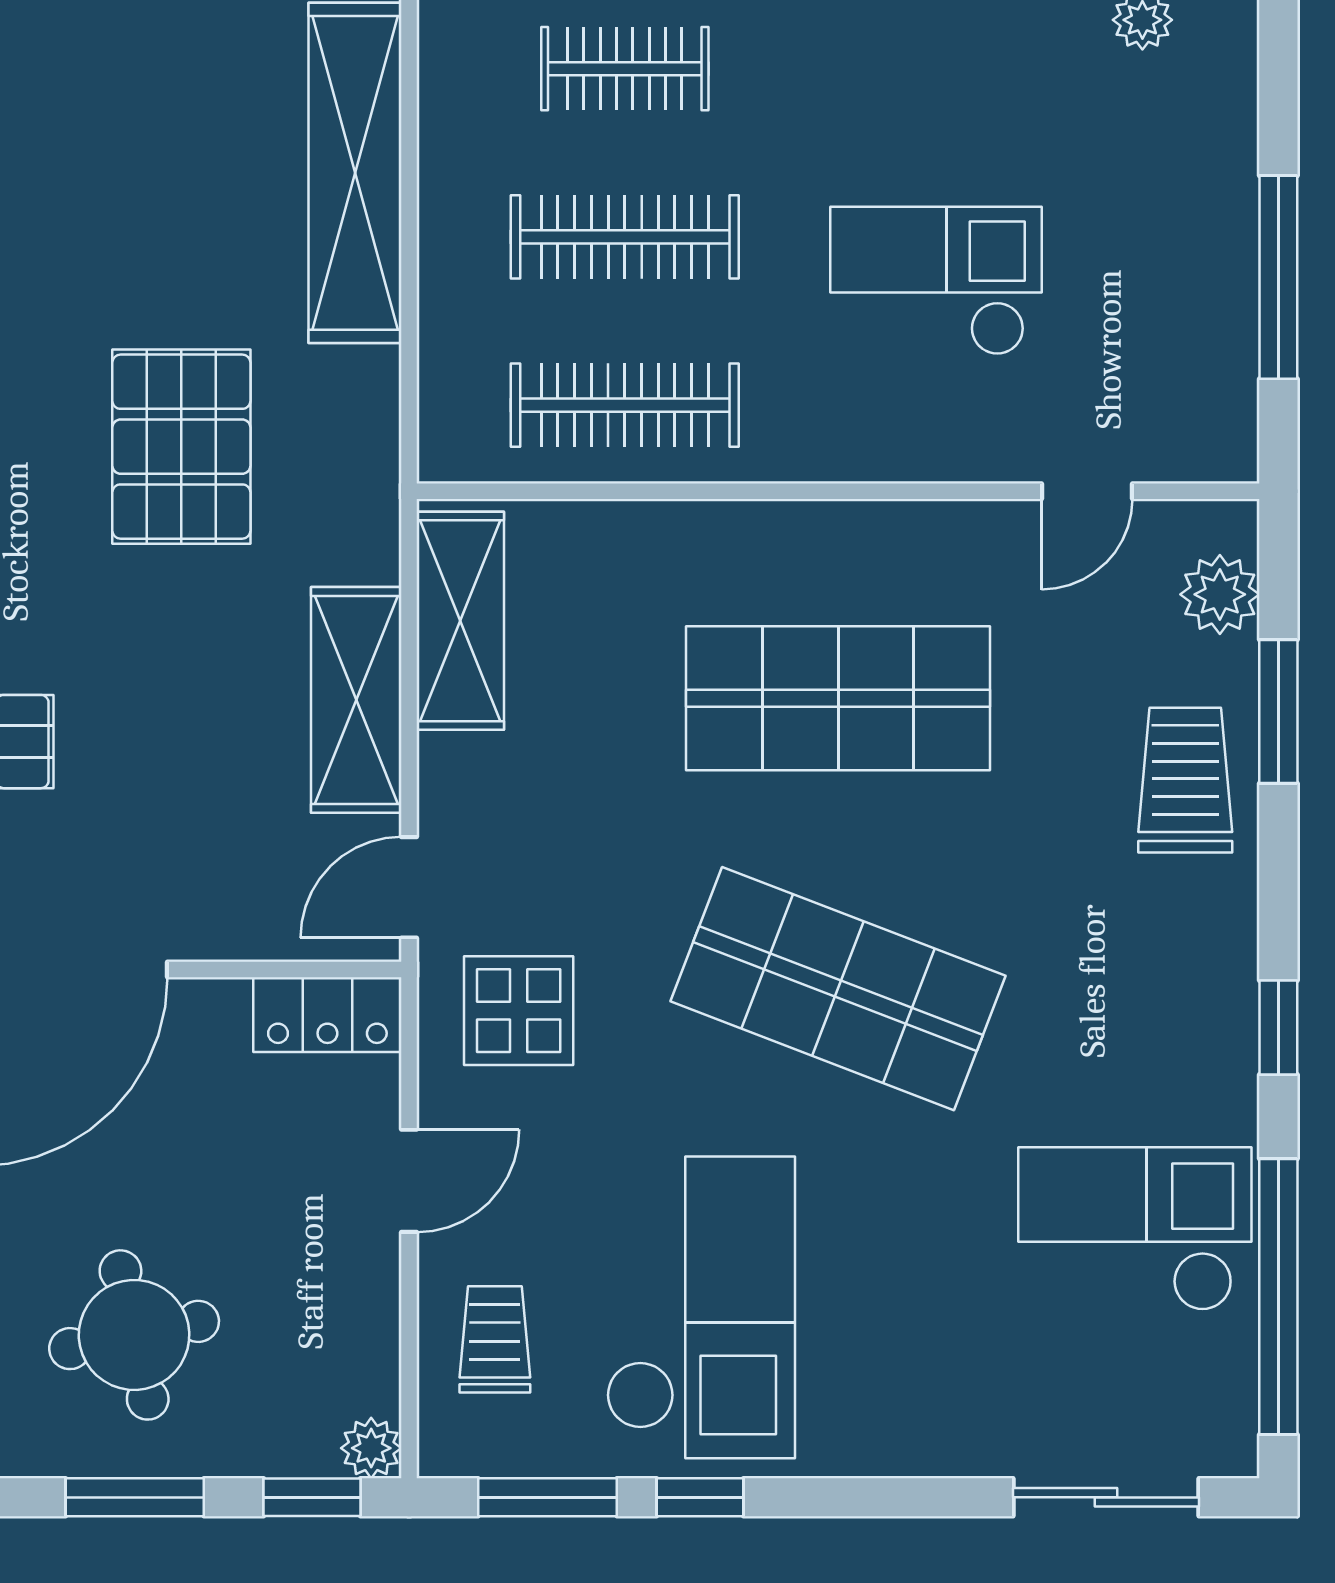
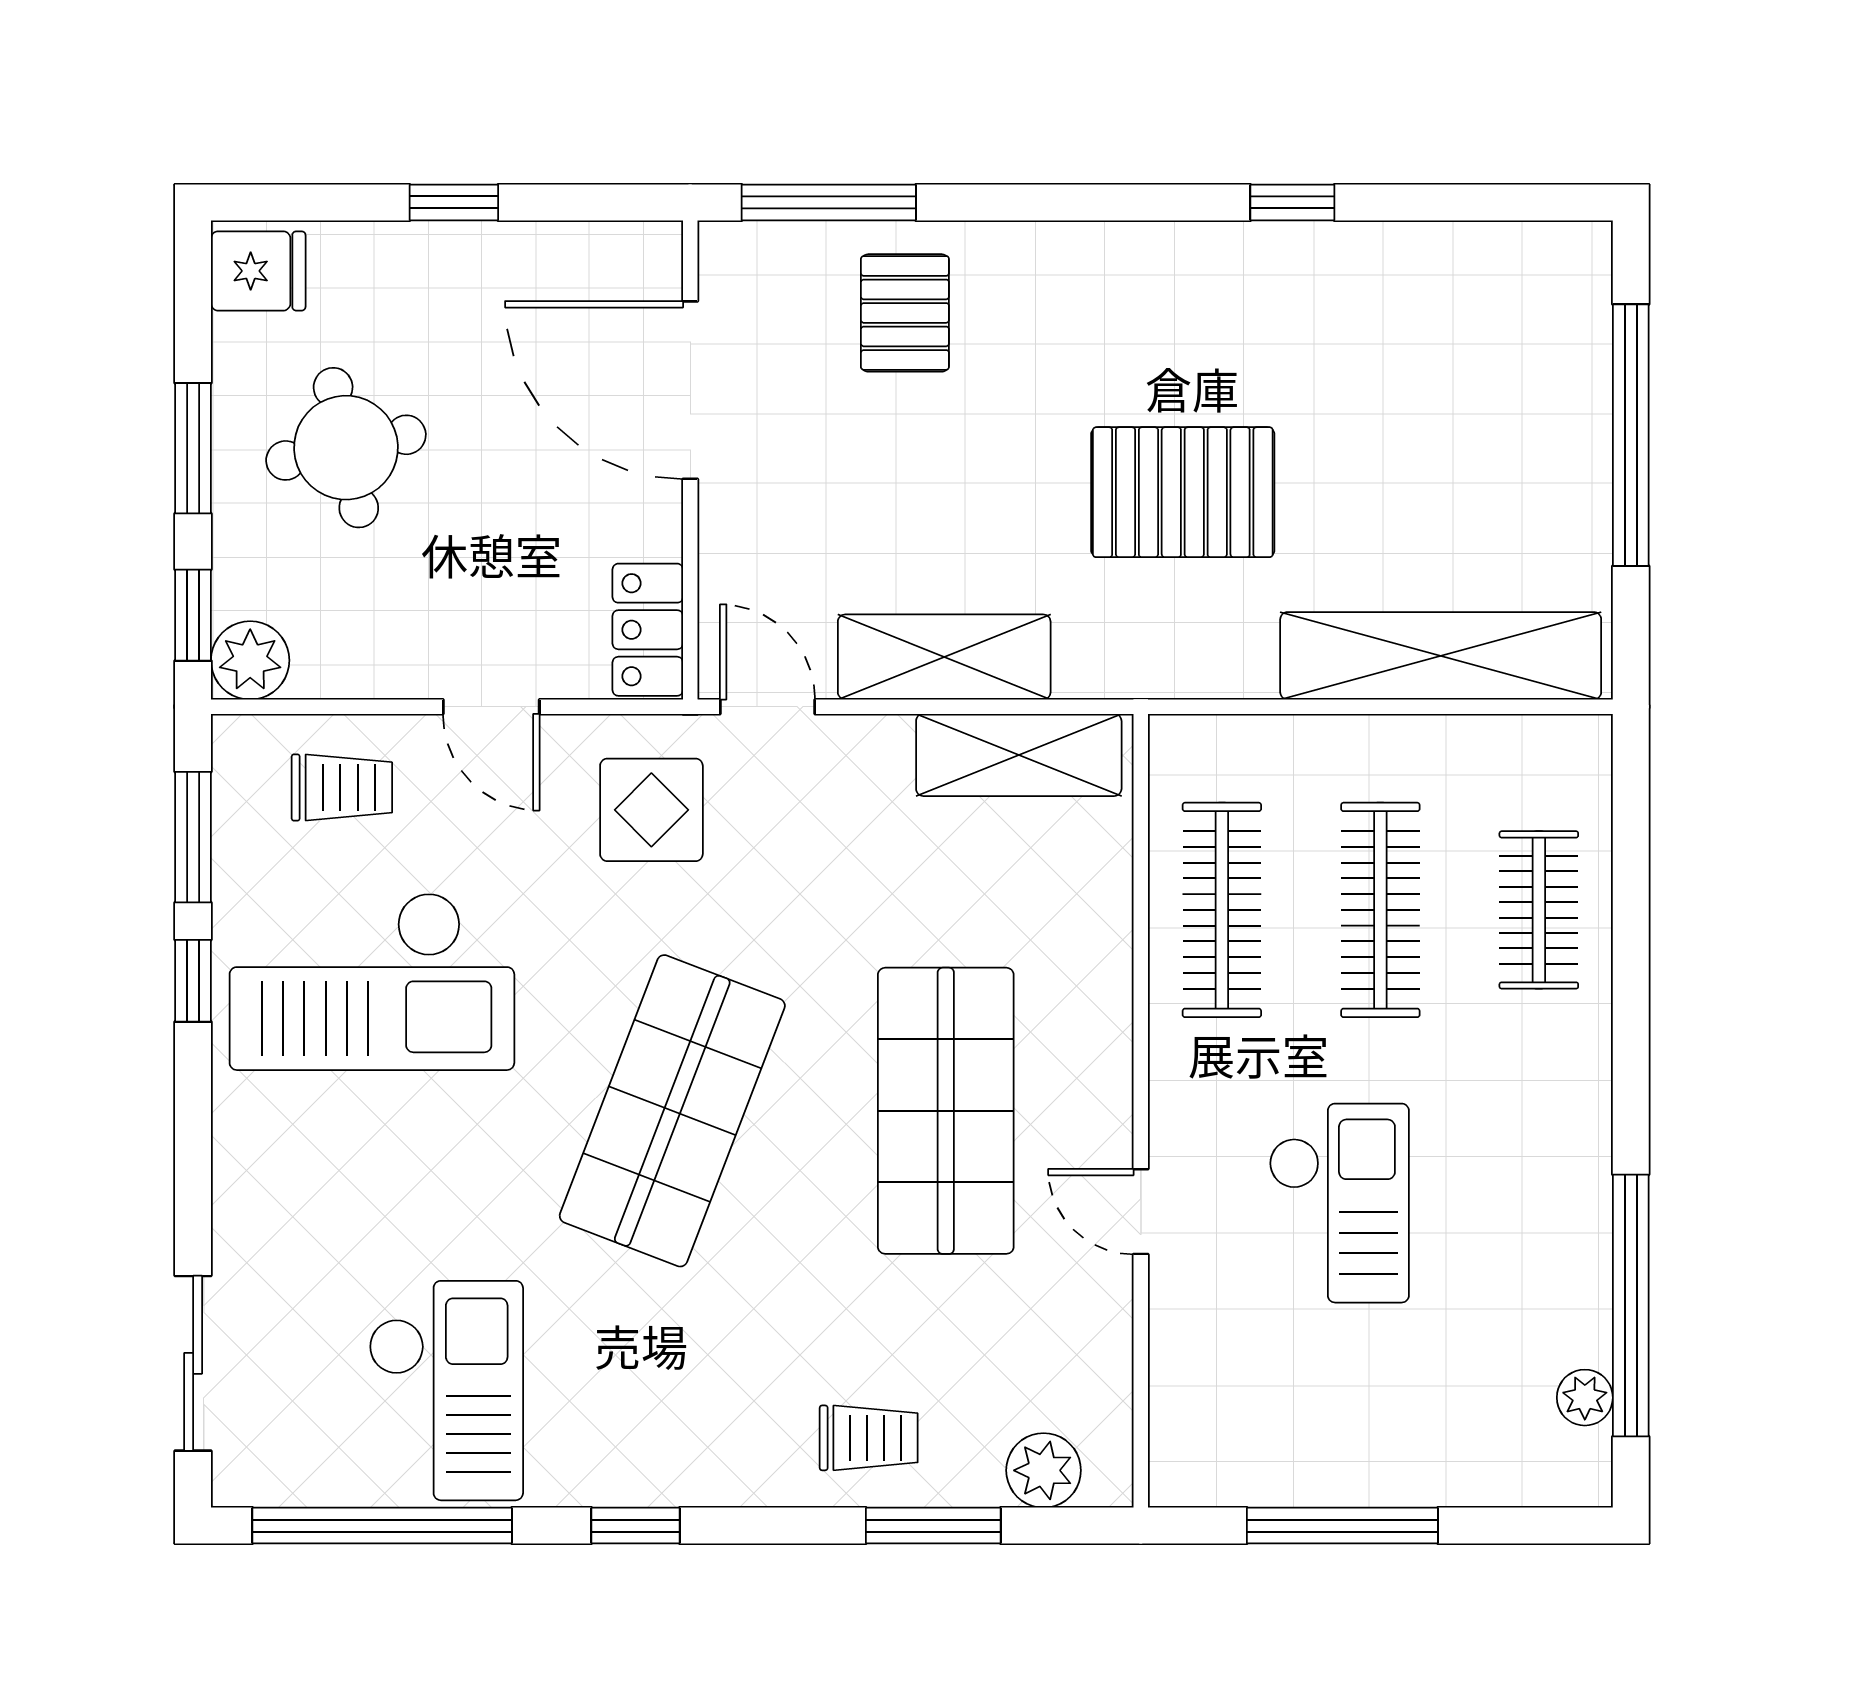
door: (1087, 491) -> (1141, 1212), moved
trolley: (1185, 780) -> (869, 1438), width x0.73, depth x0.72
plant: (371, 1448) -> (250, 660), width x1.38, depth x1.38

